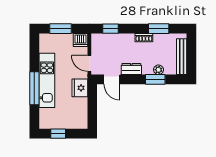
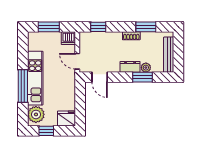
dresser: (131, 69) -> (130, 67), moved
fridge: (80, 88) -> (67, 119), moved, turned 90
plant: (48, 117) -> (36, 114), added

